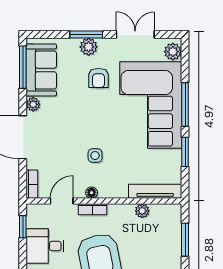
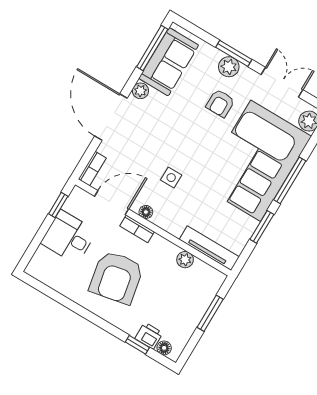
door: (62, 201) -> (112, 203), width x1.38

